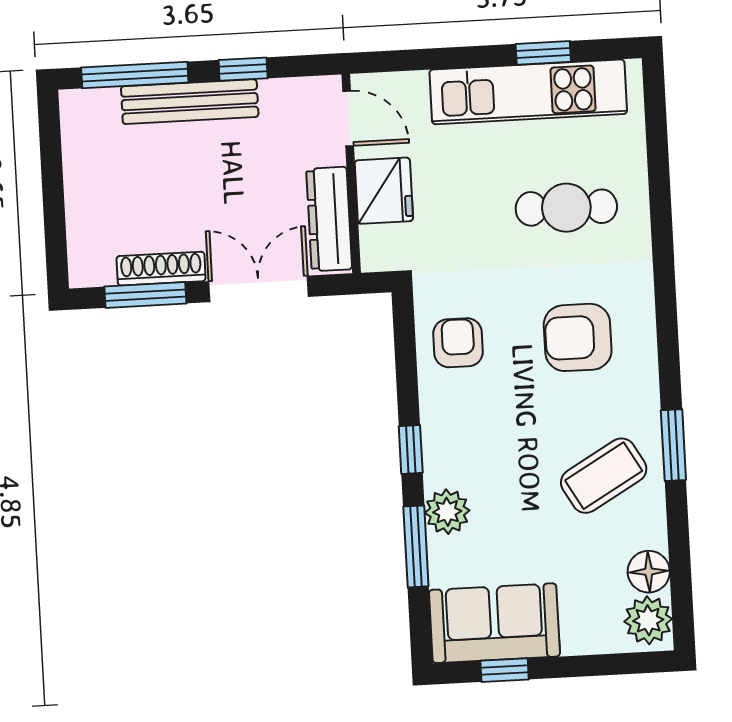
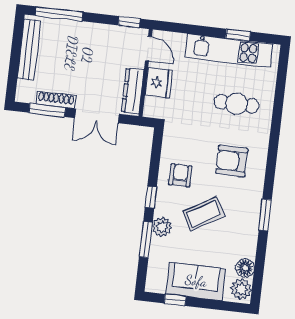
window: (243, 69) -> (129, 22), moved
bench: (190, 102) -> (29, 50), moved, turned 90
double door: (259, 289) -> (97, 116), swing flipped
armchair: (458, 343) -> (180, 175), moved
coffee table: (604, 476) -> (204, 214), moved
sofa: (494, 623) -> (196, 281), moved

